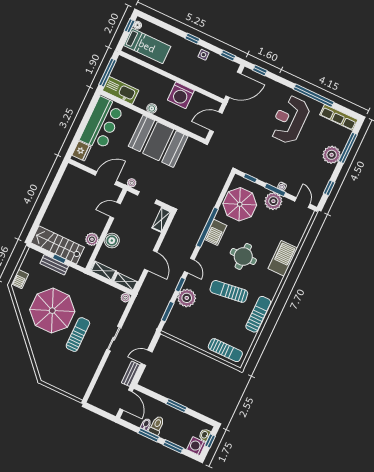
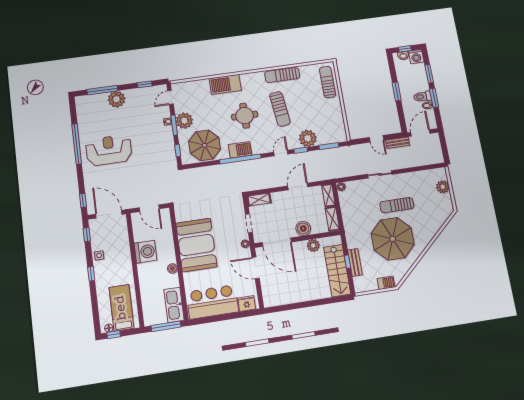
row of seats: (339, 117) -> (82, 113), removed
reception desk: (290, 120) -> (109, 150), turned 180
door: (115, 210) -> (277, 242), width x1.88
plant: (67, 386) -> (443, 187), added

